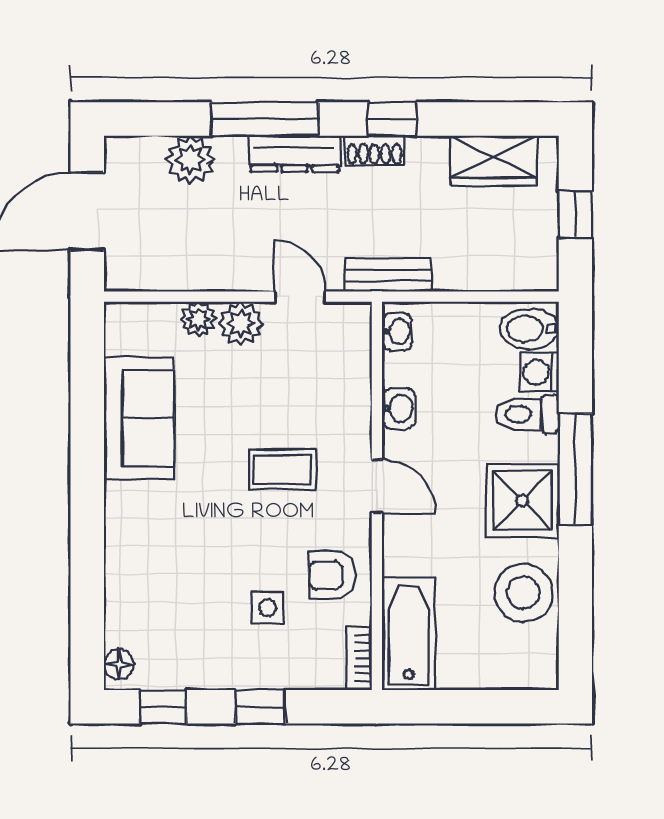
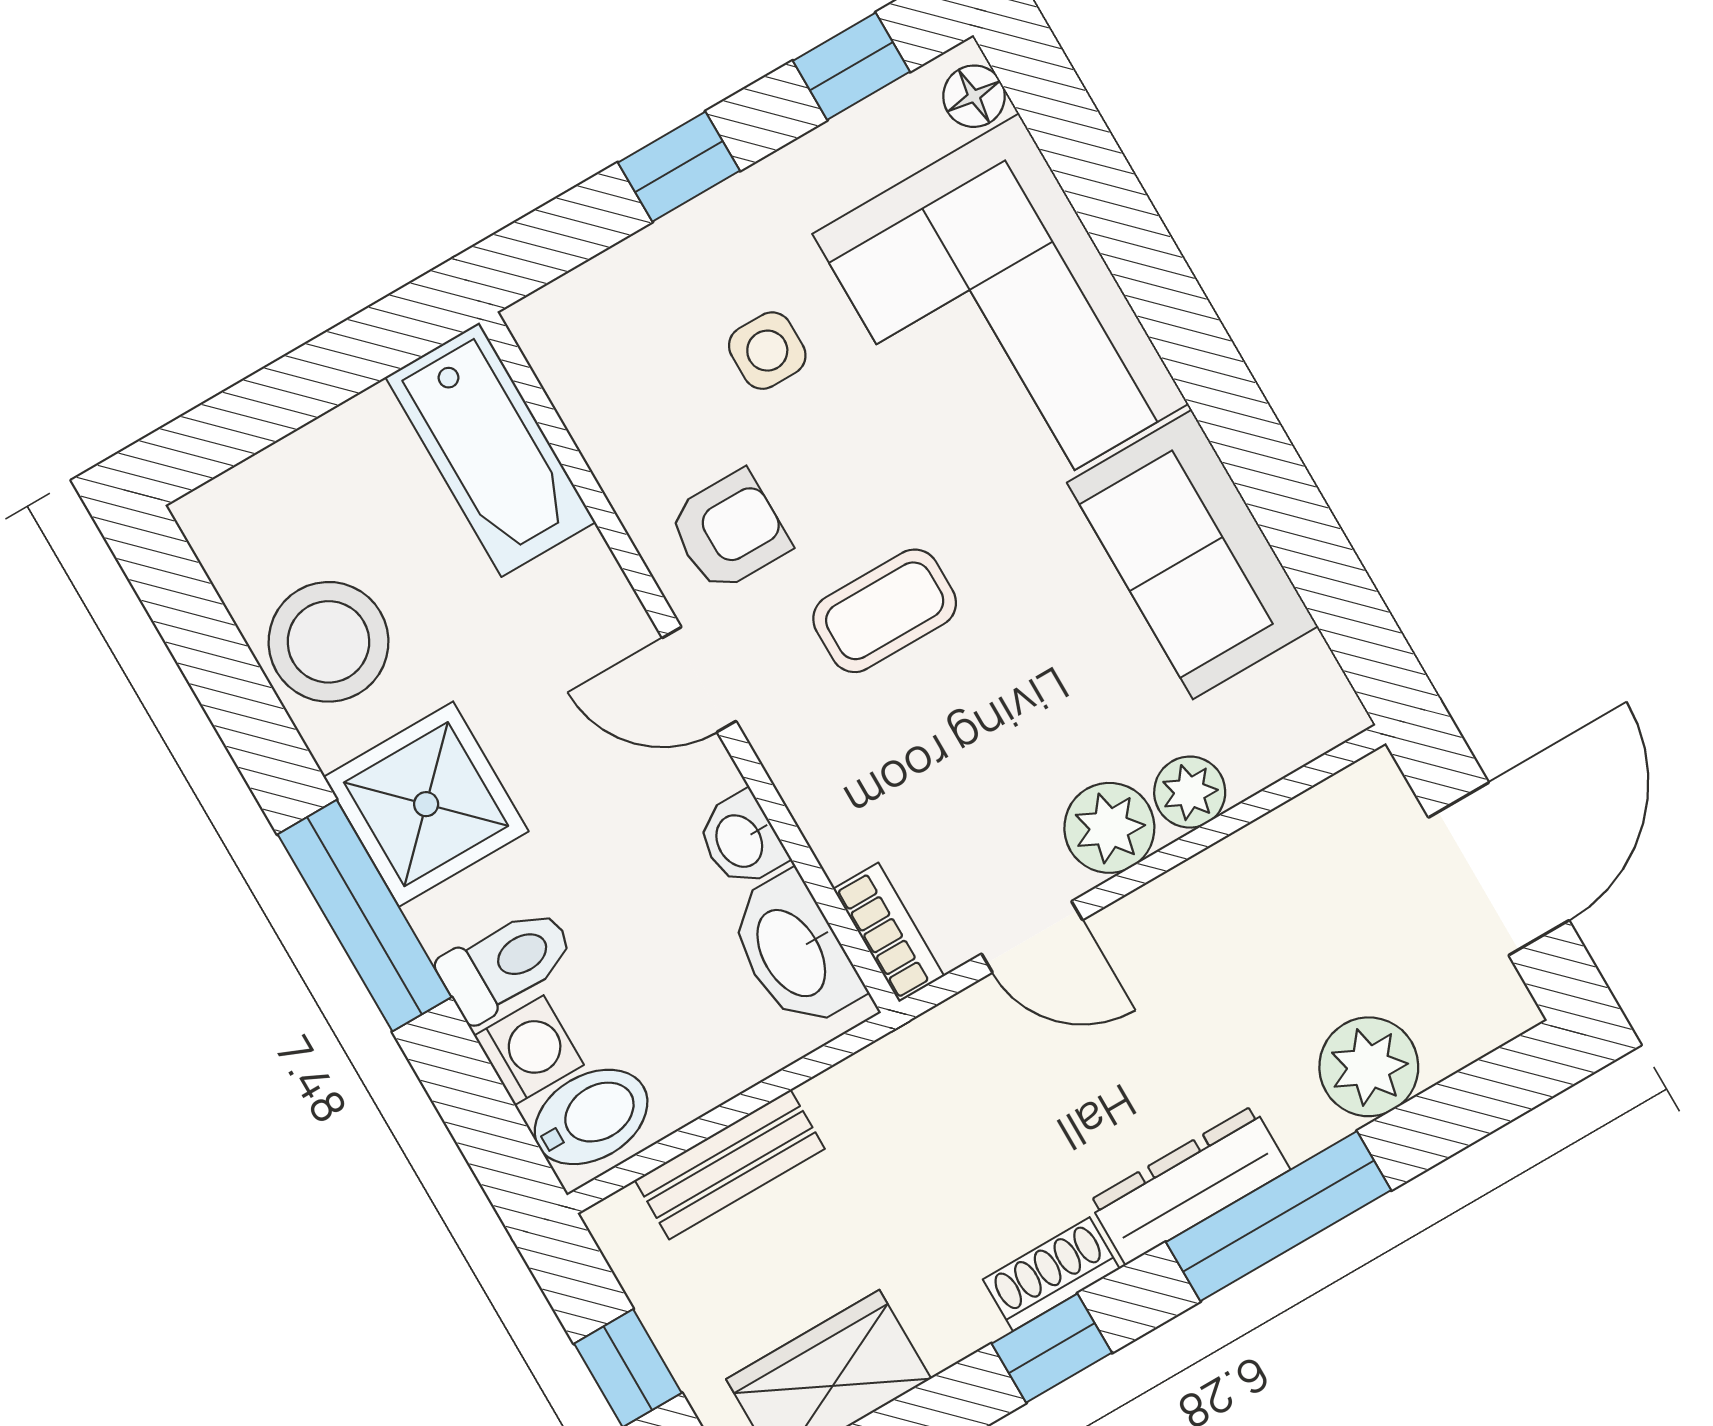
bench: (389, 275) -> (730, 1164), moved
washbasin: (397, 332) -> (794, 952), width x1.91, depth x1.45
corner sofa: (162, 564) -> (1000, 319), added
armchair: (332, 575) -> (729, 531), moved
bookcase: (359, 658) -> (889, 932), moved

